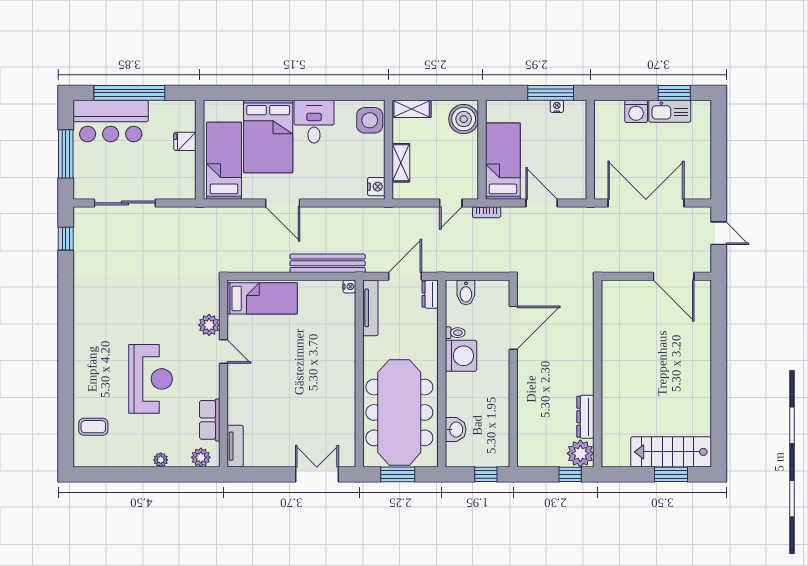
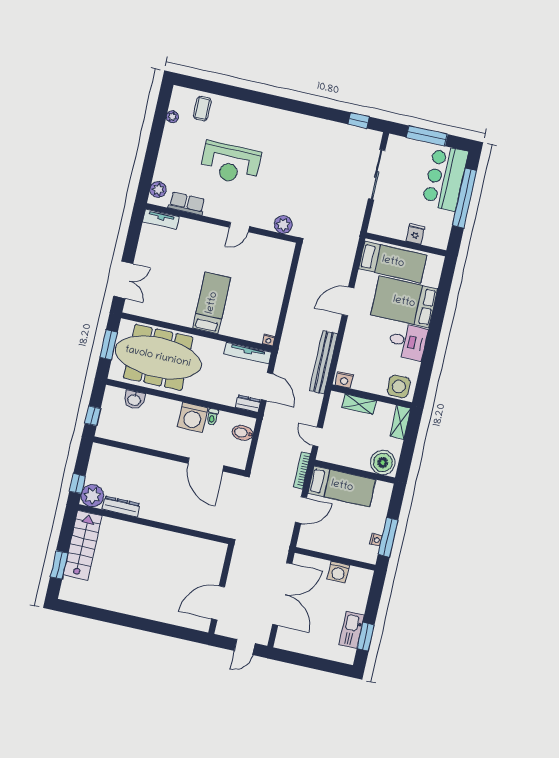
washing machine: (636, 111) -> (338, 572), moved, turned -90
bookcase: (487, 212) -> (302, 470), width x1.56
bench: (328, 263) -> (323, 362), moved
bed: (262, 298) -> (212, 303), moved, turned 180
plant: (209, 325) -> (283, 225), moved
stairs: (671, 452) -> (83, 545), moved
plant: (161, 460) -> (172, 117), moved

